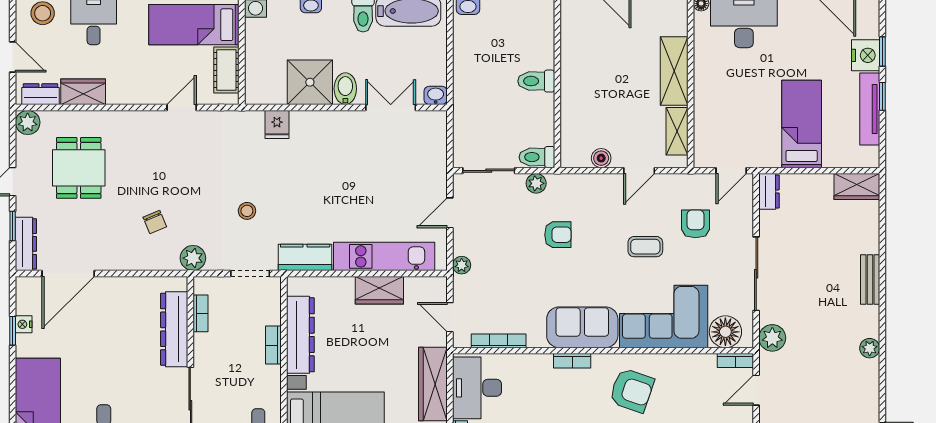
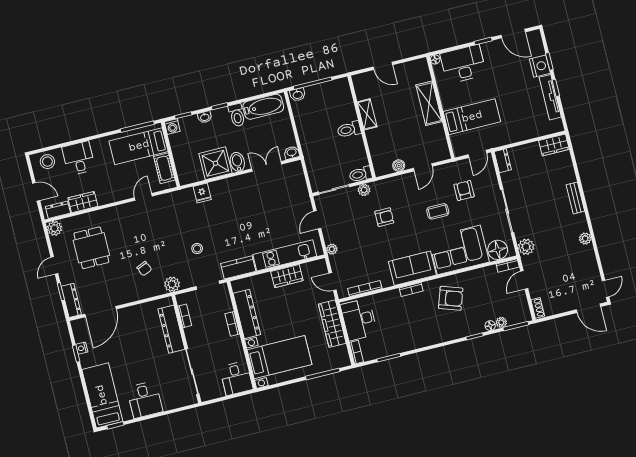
bed: (802, 124) -> (472, 117), moved, turned 90
shelving: (677, 131) -> (367, 114), moved

